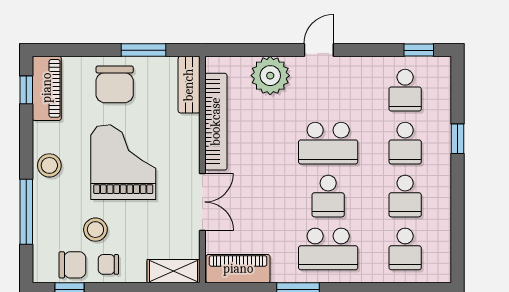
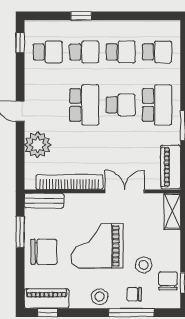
chair: (108, 264) -> (134, 294), moved, turned 90

